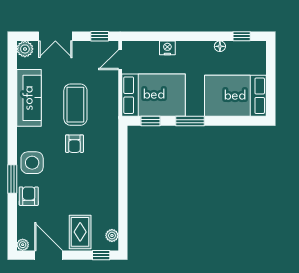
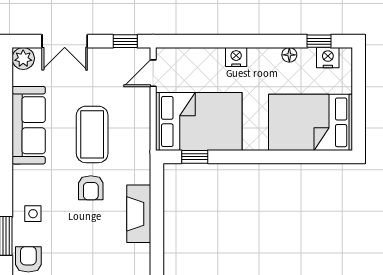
nightstand: (167, 48) -> (236, 57), moved
nightstand: (248, 48) -> (328, 58), added
window: (190, 121) -> (248, 157), removed
side table: (32, 163) -> (33, 214), width x0.54, depth x0.54
fireplace: (110, 163) -> (139, 214), added

